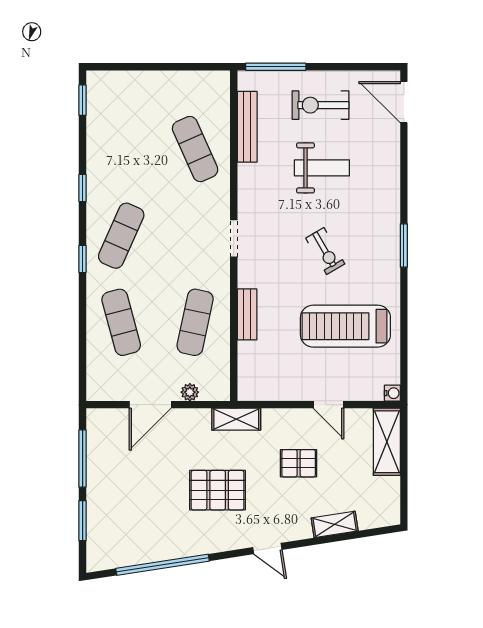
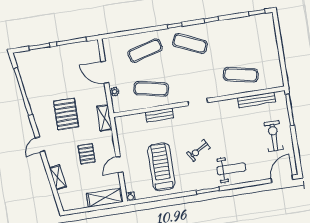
exercise mat: (195, 149) -> (241, 75), turned 36
weight bench: (322, 168) -> (231, 169), moved, turned -90

